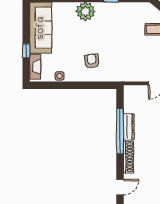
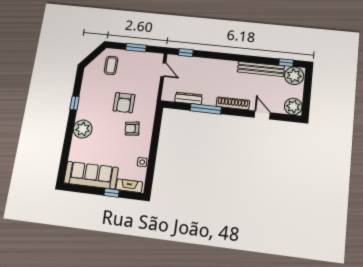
armchair: (117, 49) -> (124, 103), added
dresser: (129, 127) -> (188, 98), moved
window: (120, 131) -> (206, 109), width x0.68

